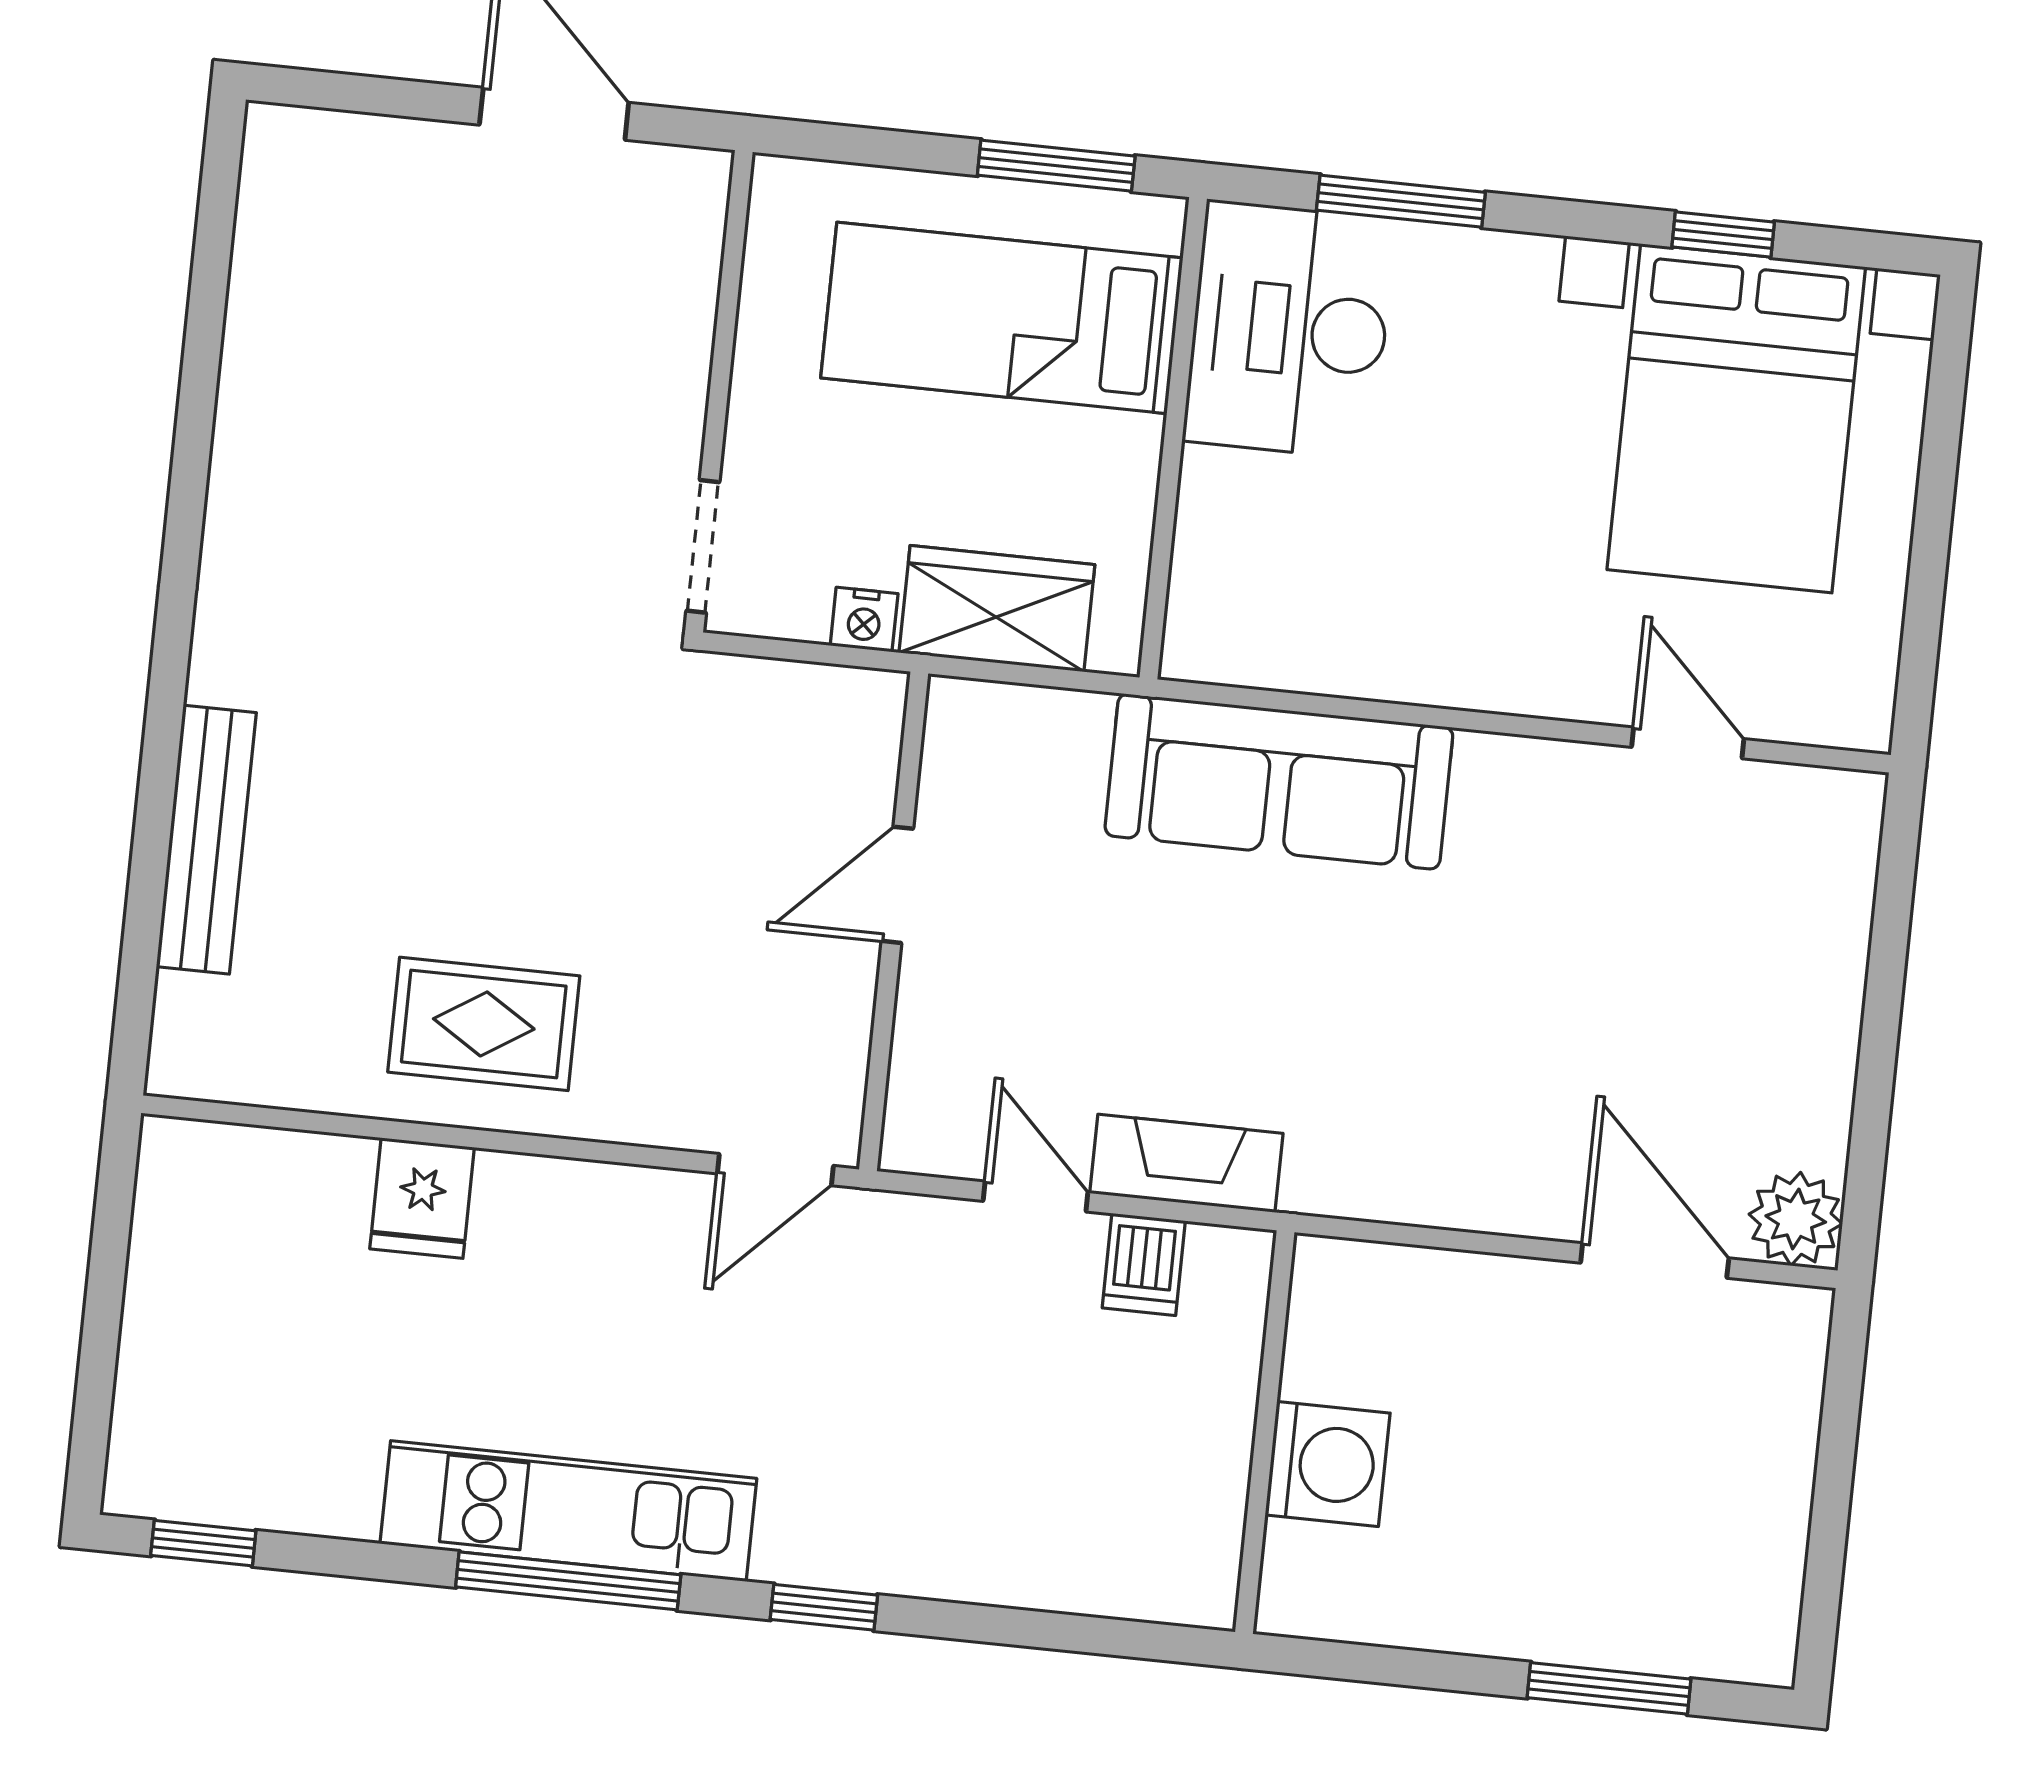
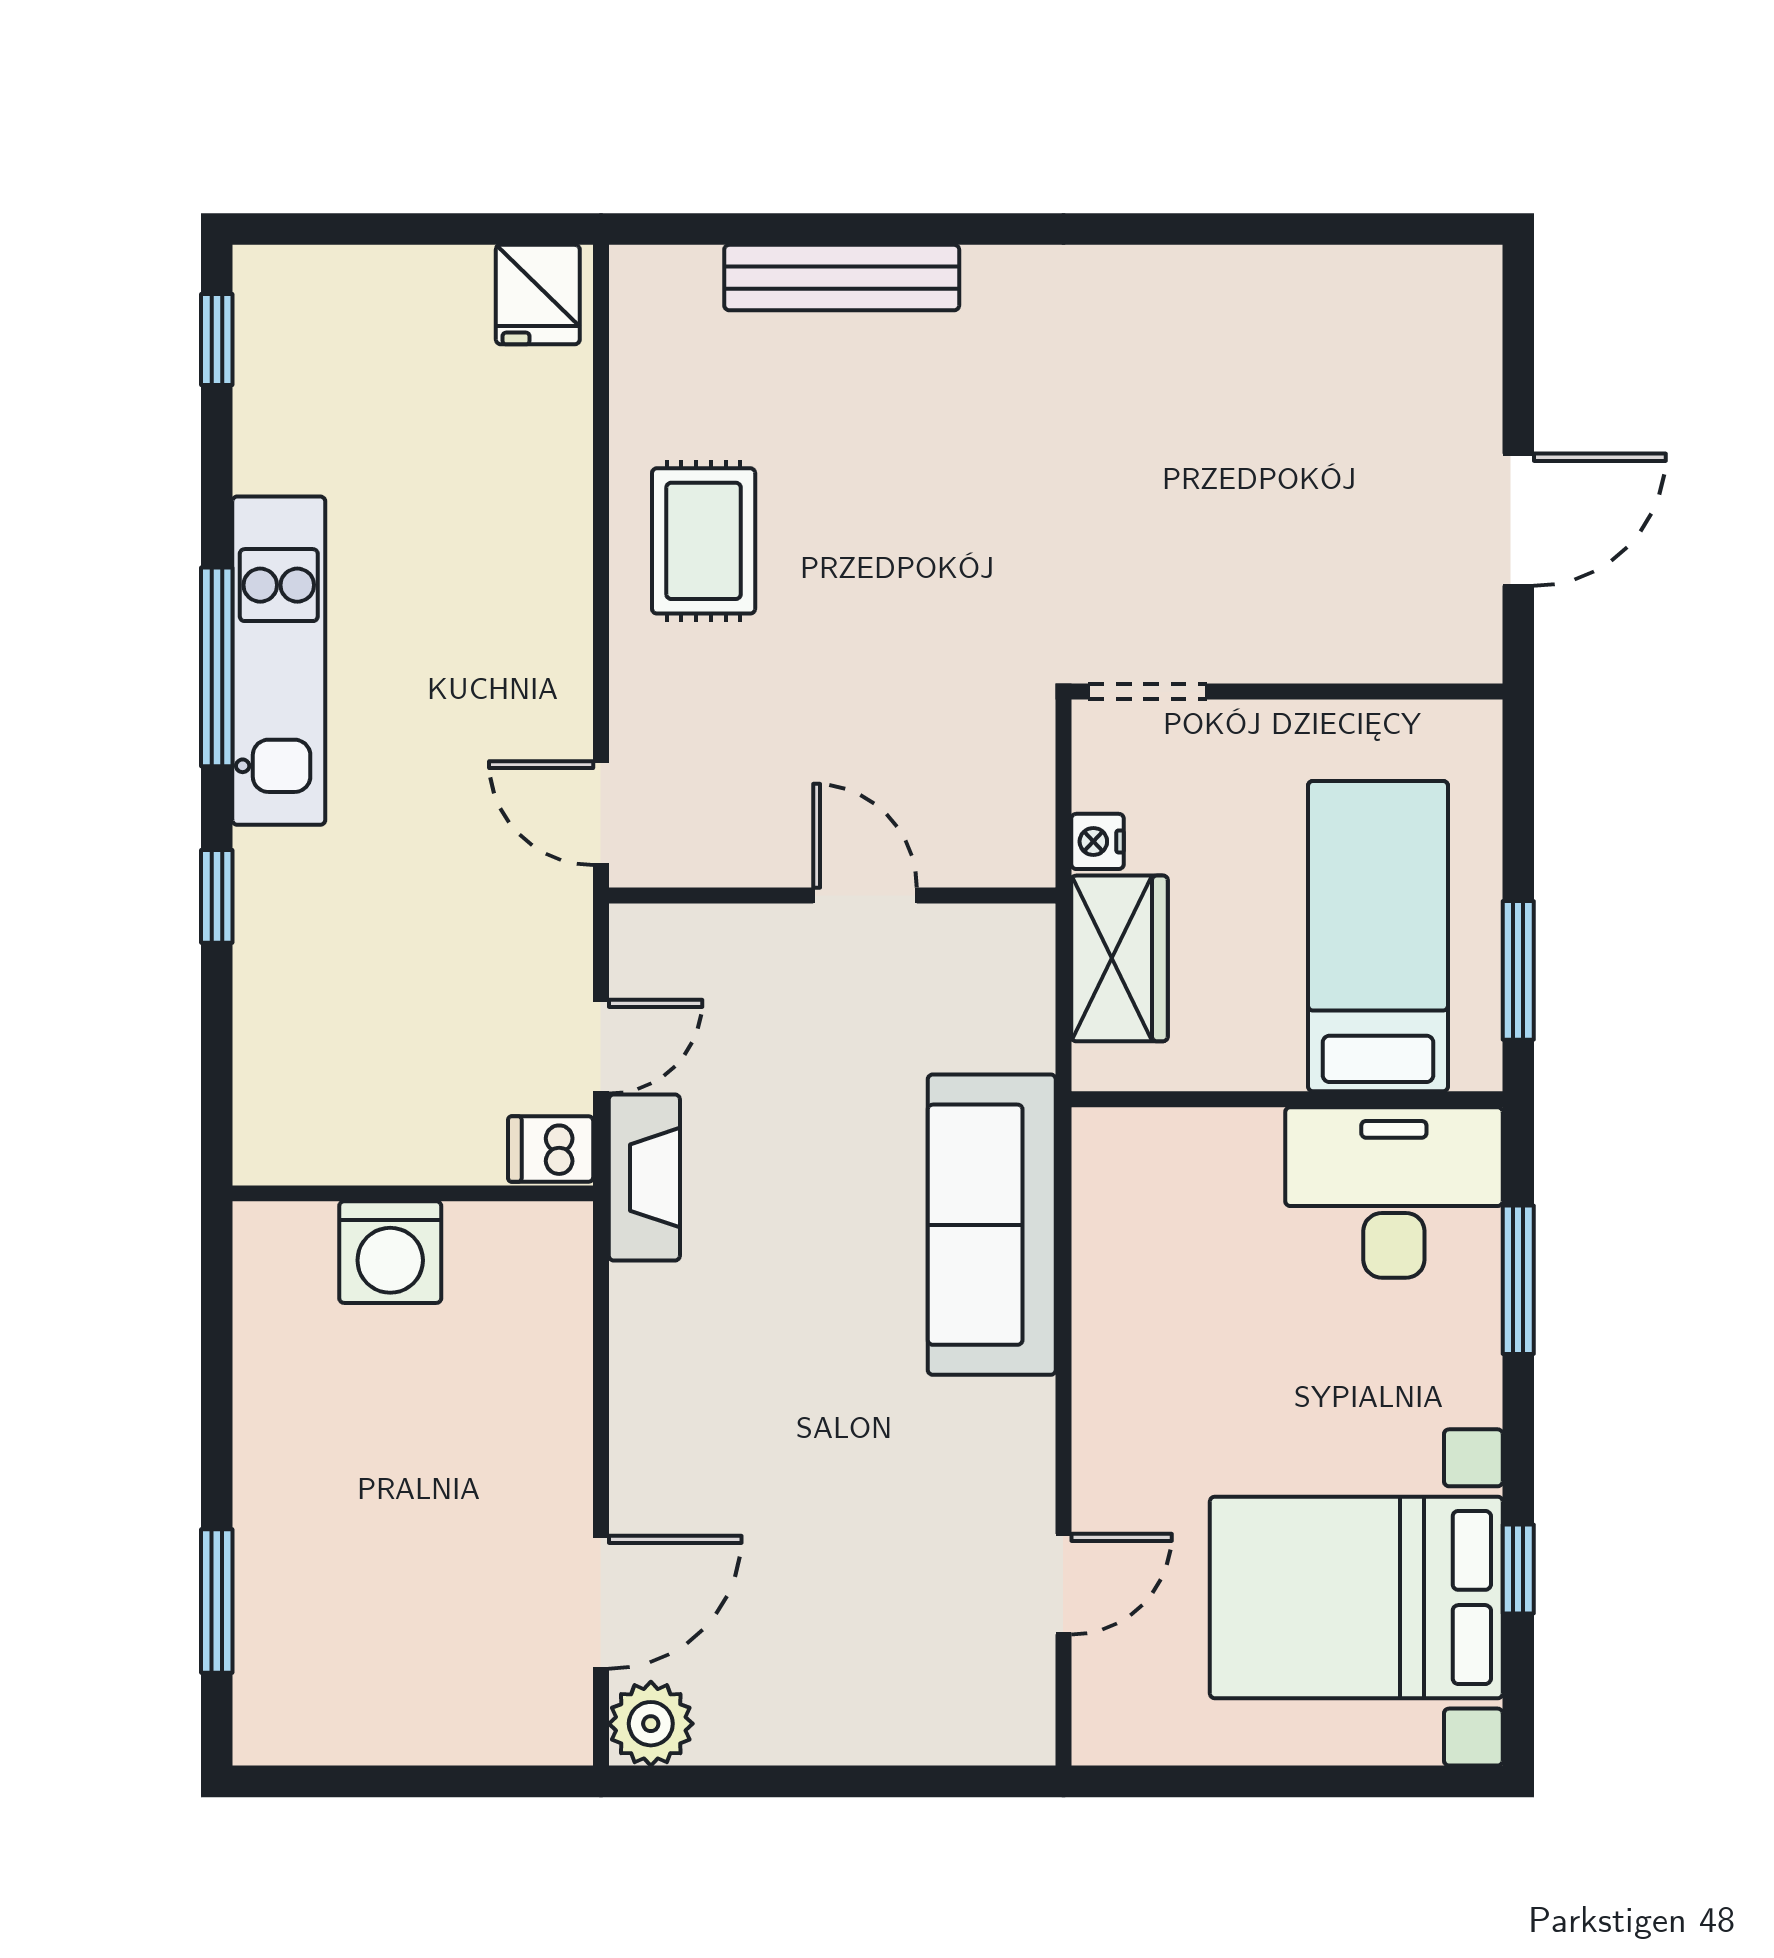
fridge: (422, 1198) -> (538, 295), moved, turned -90
wall: (1265, 1432) -> (413, 1193), moved
washing machine: (1328, 1464) -> (390, 1252), moved

